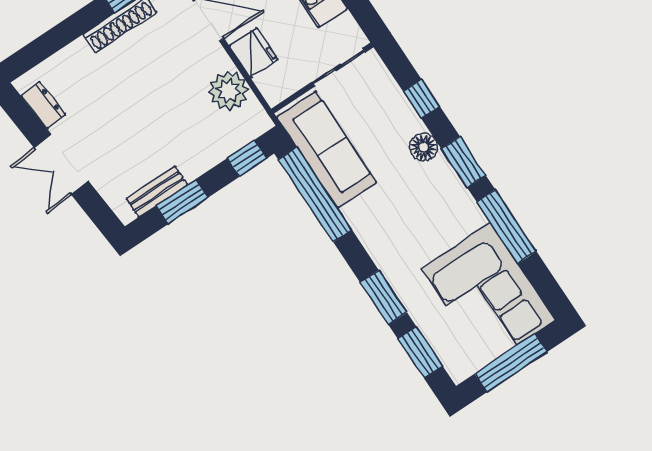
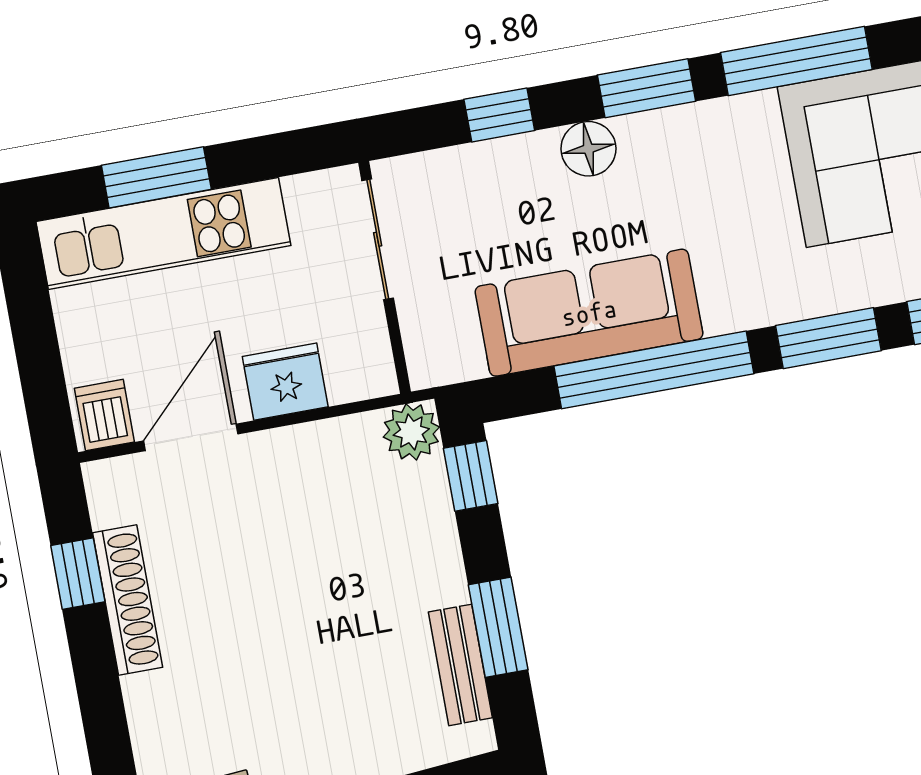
plant: (229, 91) -> (411, 432), moved, width x0.73, depth x0.73
sofa: (327, 150) -> (589, 313), moved
window: (315, 195) -> (654, 370), moved

